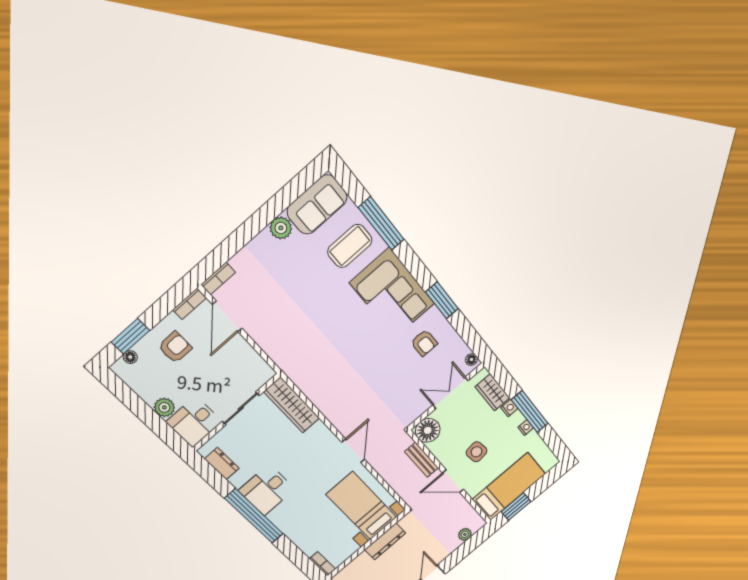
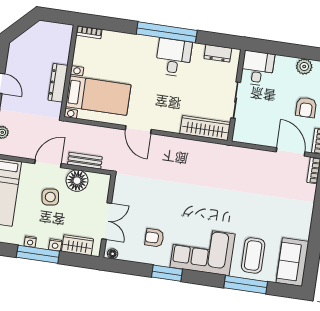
plant: (281, 228) -> (302, 231), removed
plant: (164, 407) -> (304, 67), moved
floor lamp: (428, 430) -> (77, 181), moved

